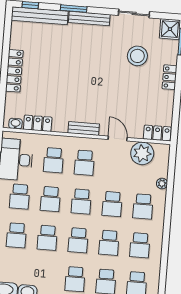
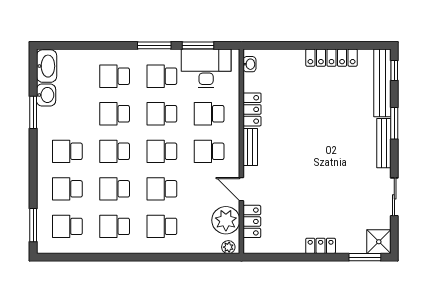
stool: (137, 56) -> (343, 205), removed
locker: (14, 71) -> (332, 58), moved
locker: (38, 123) -> (252, 109), moved
locker: (157, 133) -> (252, 221), moved
door: (118, 138) -> (241, 189), swing flipped
plant: (162, 183) -> (228, 247), moved

